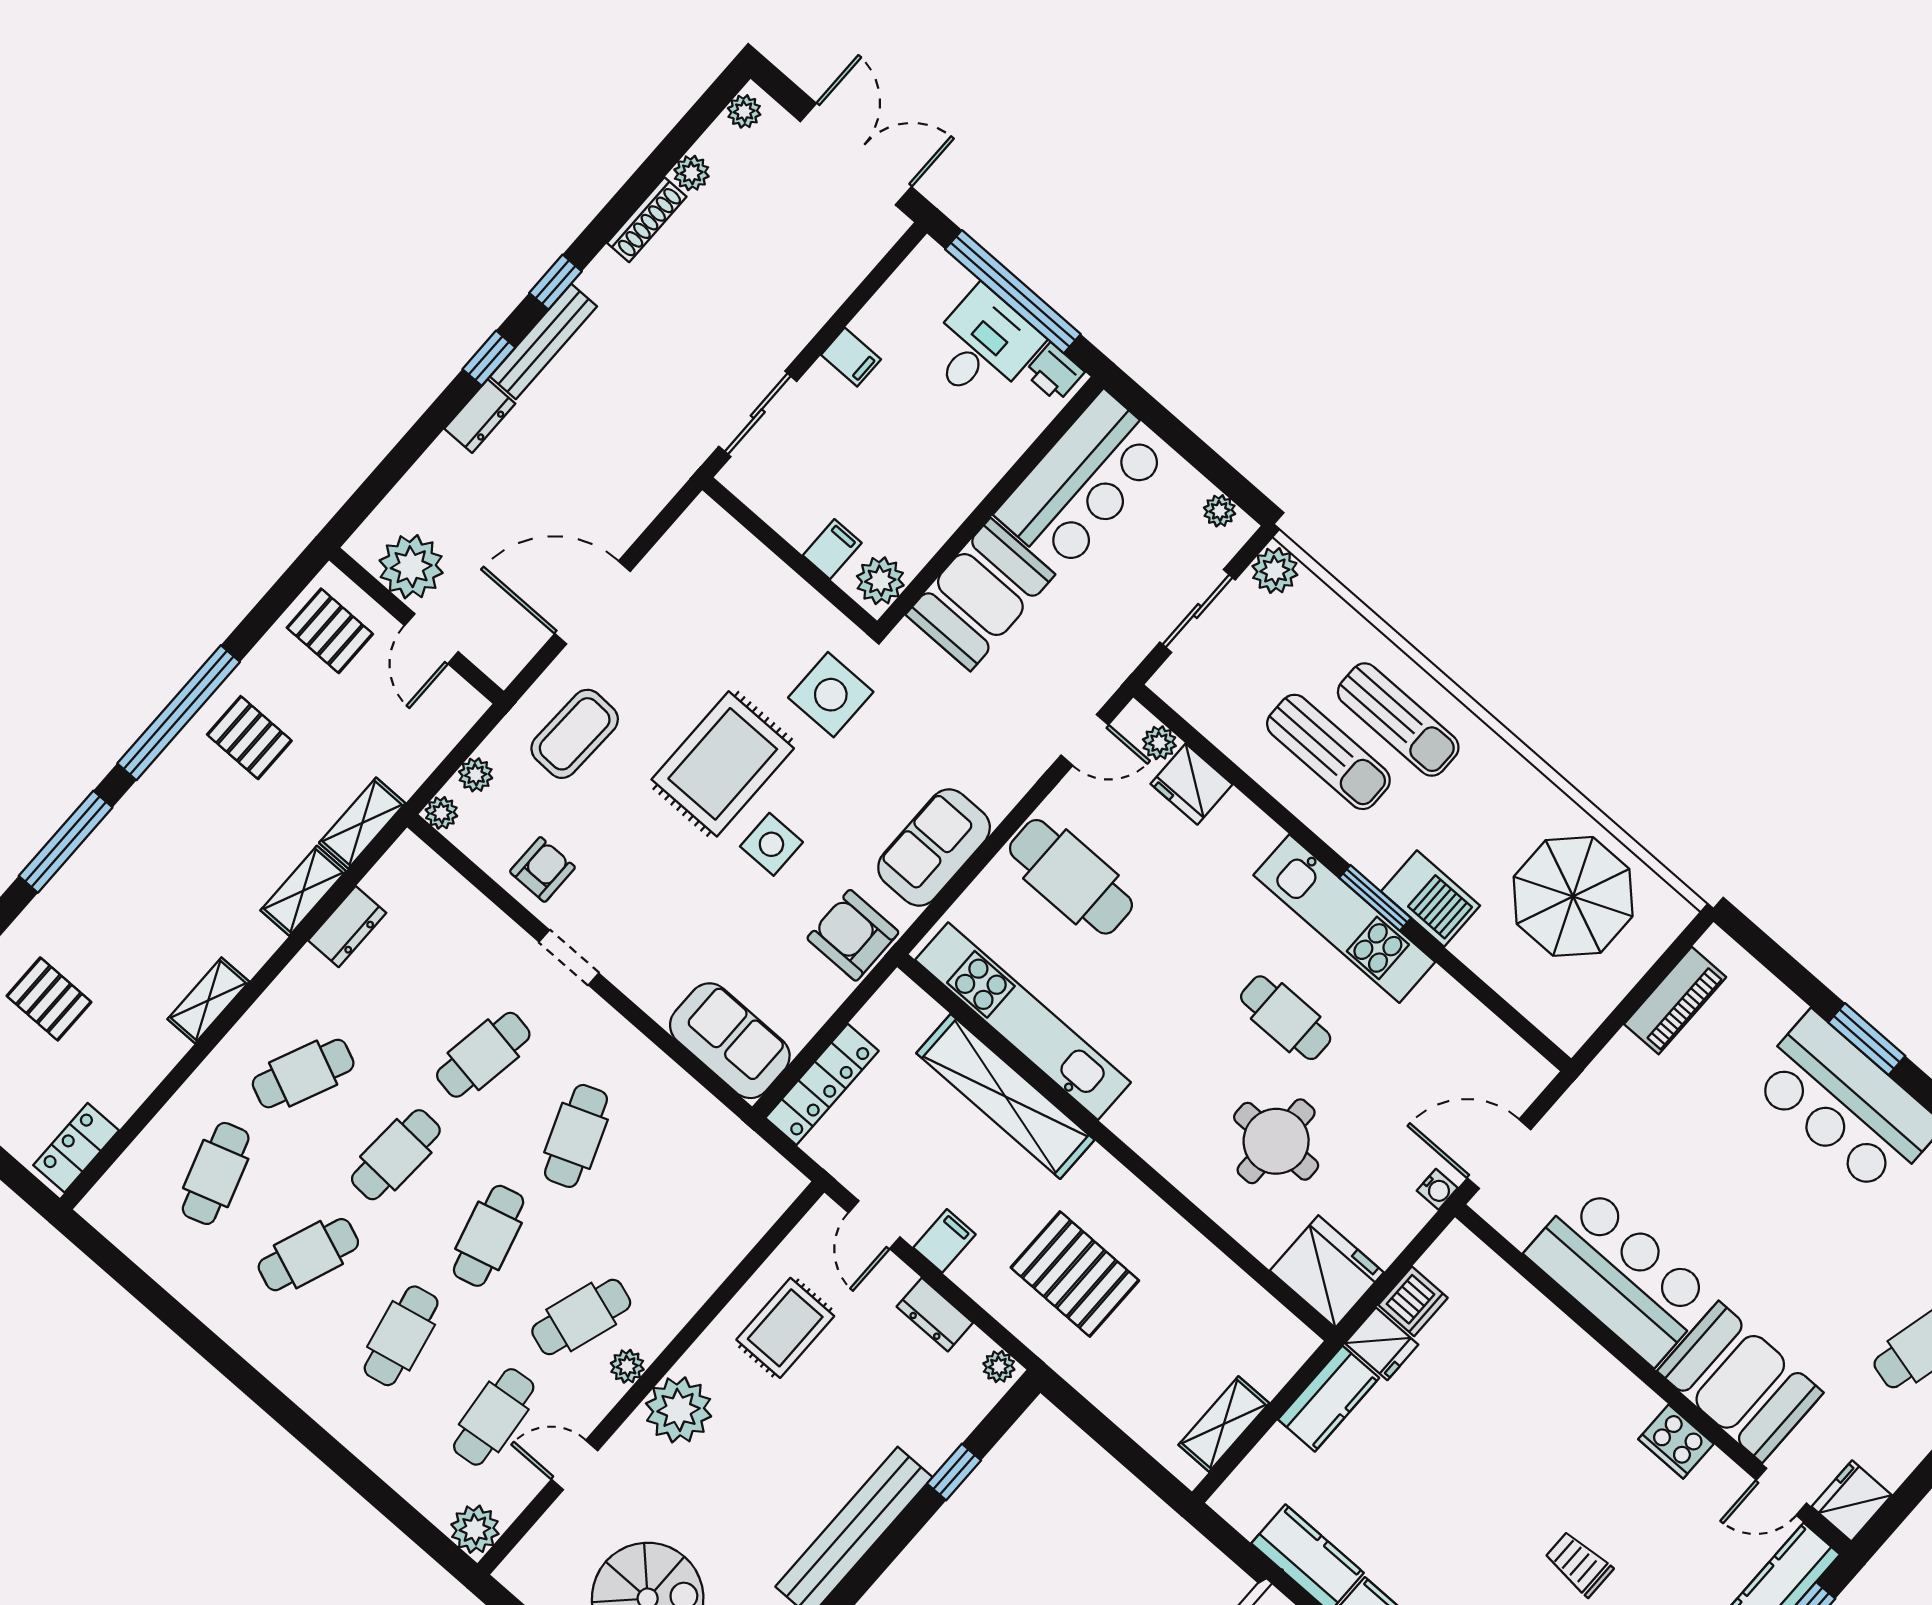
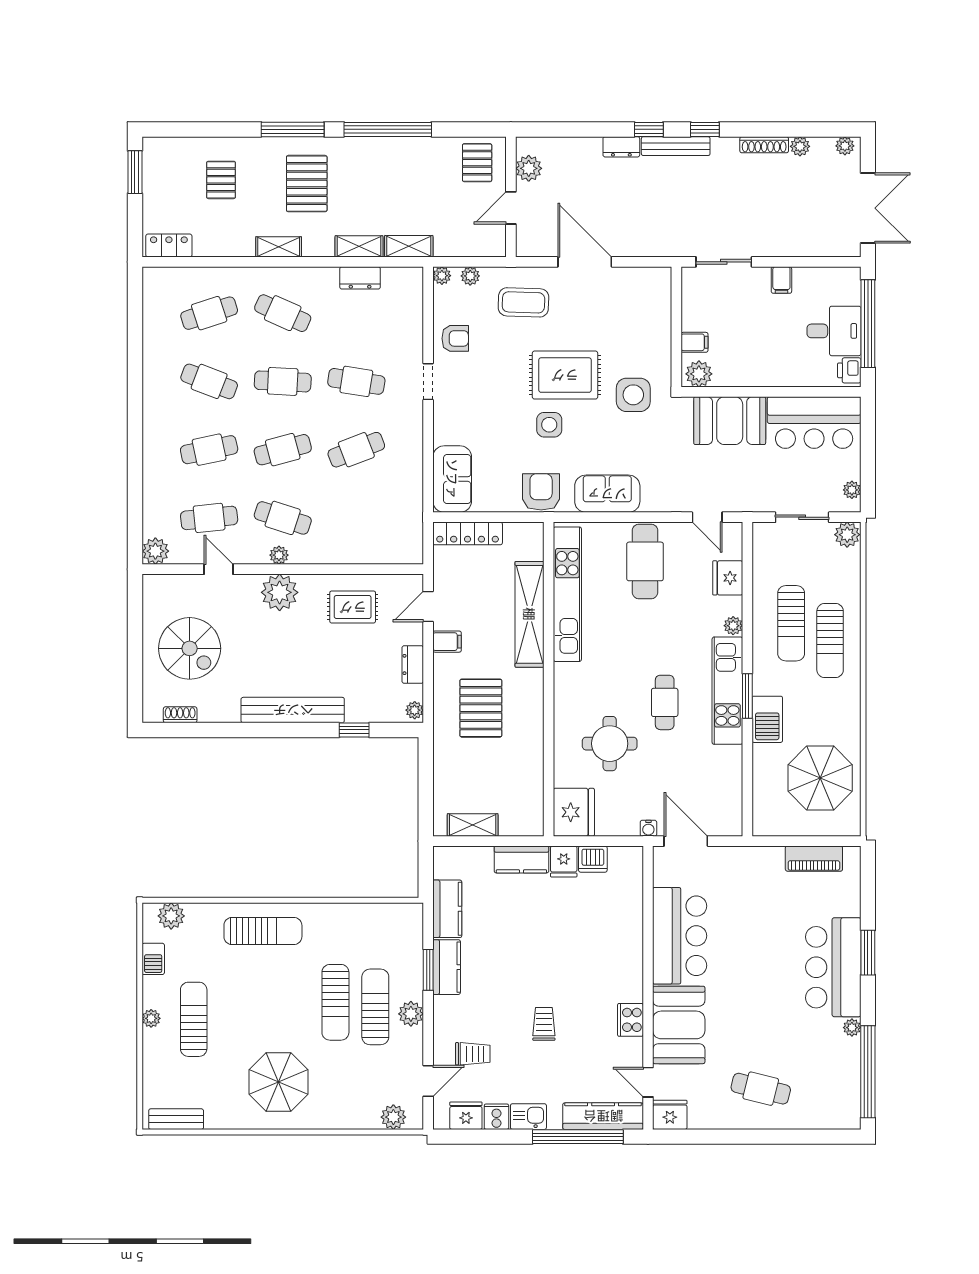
plant: (411, 567) -> (529, 168), width x0.73, depth x0.73
pallet: (249, 738) -> (307, 184), moved, width x1.50, depth x1.42
plant: (1159, 743) -> (733, 626), moved

